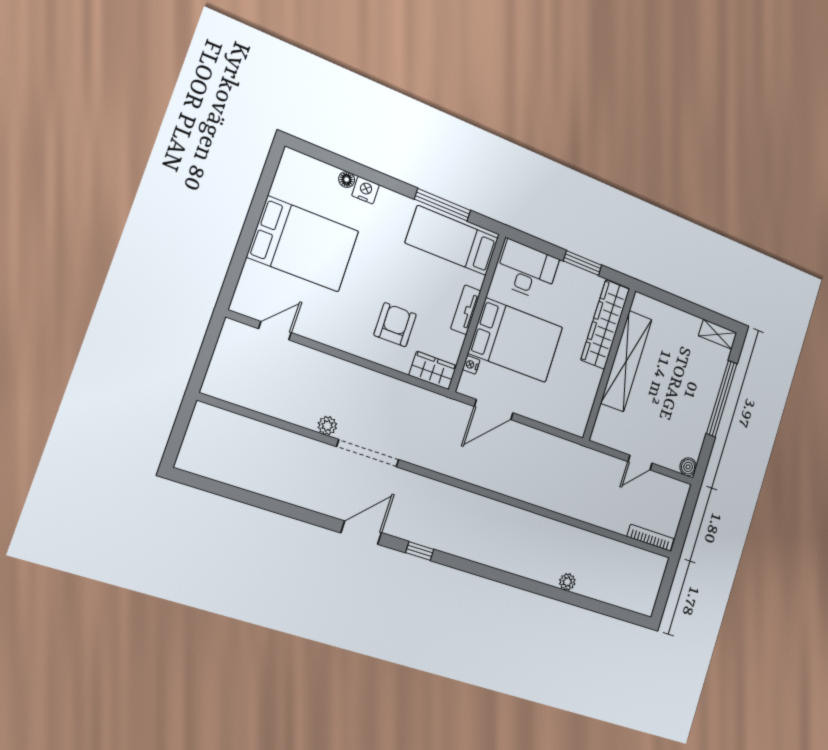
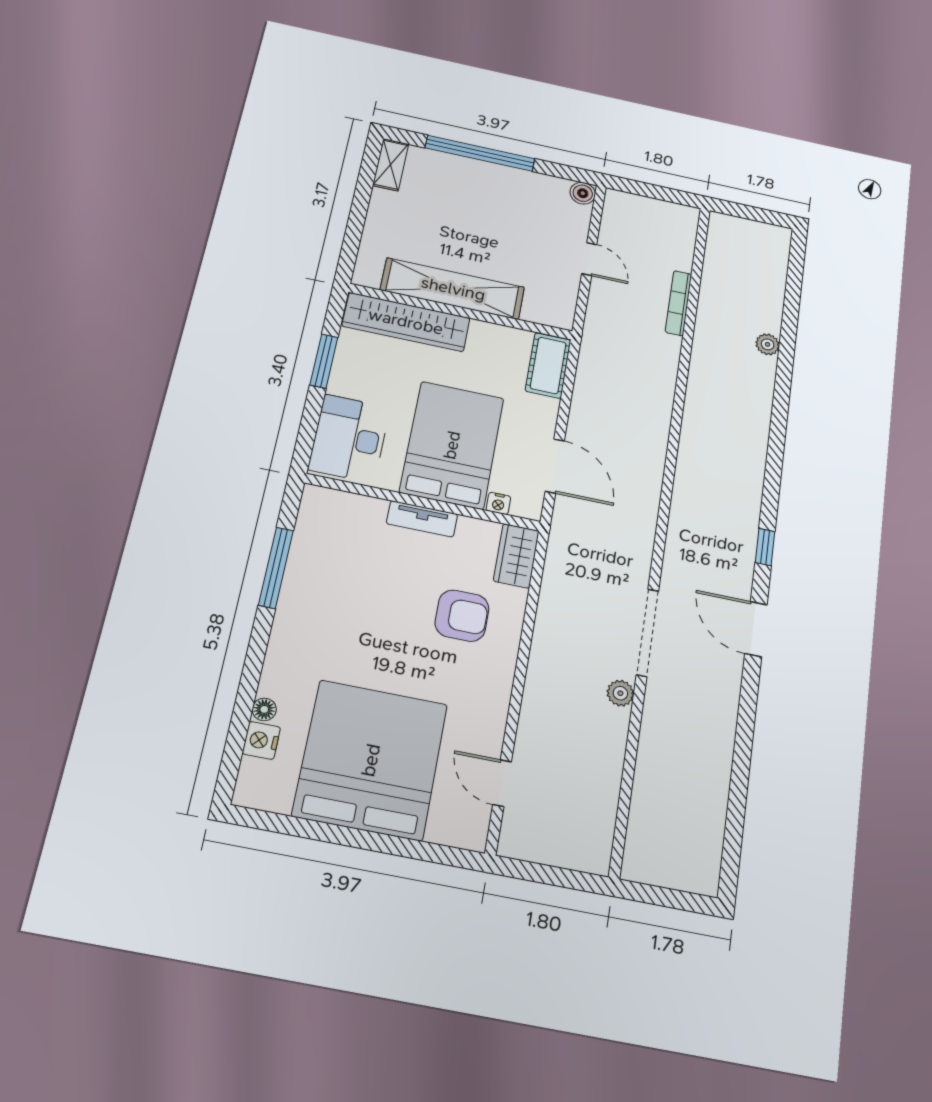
nightstand: (366, 190) -> (261, 740), moved
bed: (452, 241) -> (326, 549), removed
bed: (303, 244) -> (371, 760), width x1.36
armchair: (395, 325) -> (462, 616), turned 180
cot: (566, 418) -> (548, 365), added
bookcase: (650, 538) -> (679, 303), moved

